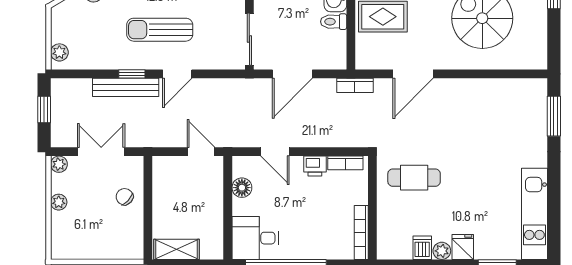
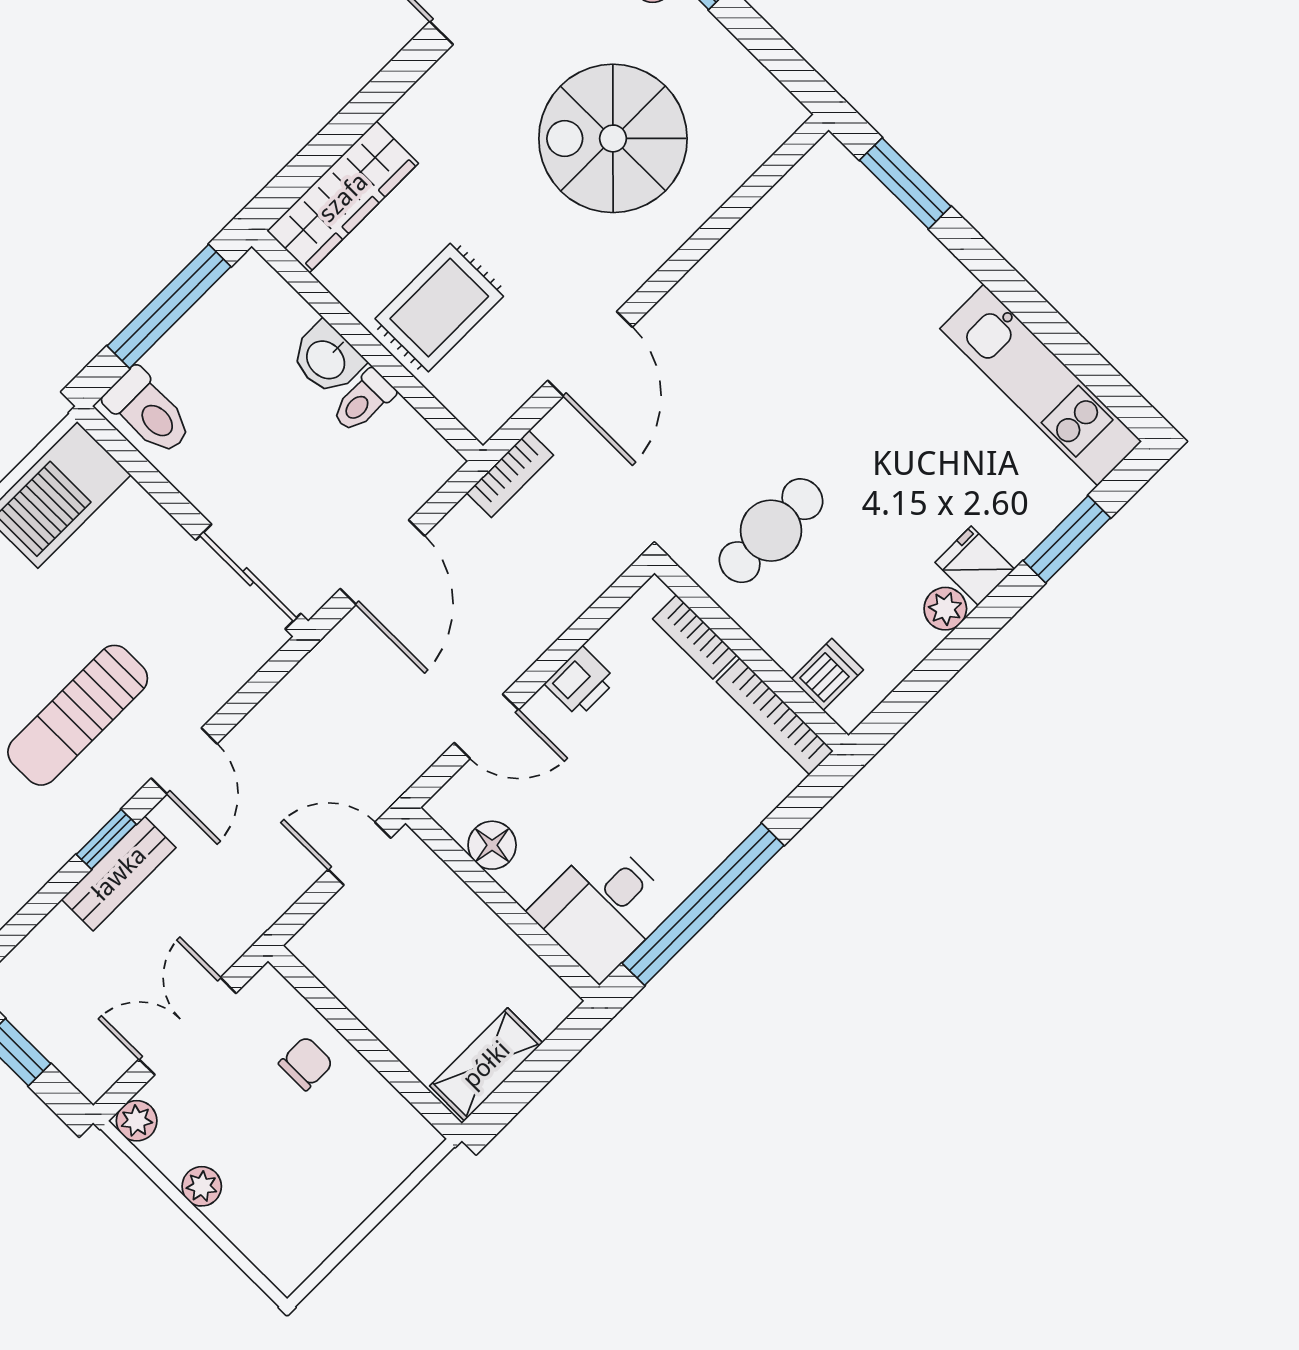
bench: (126, 87) -> (119, 873), width x0.73
bookcase: (345, 163) -> (695, 637), moved, turned 90
chair: (125, 197) -> (306, 1063), turned 137
dishwasher: (422, 248) -> (827, 674), moved, turned 90

